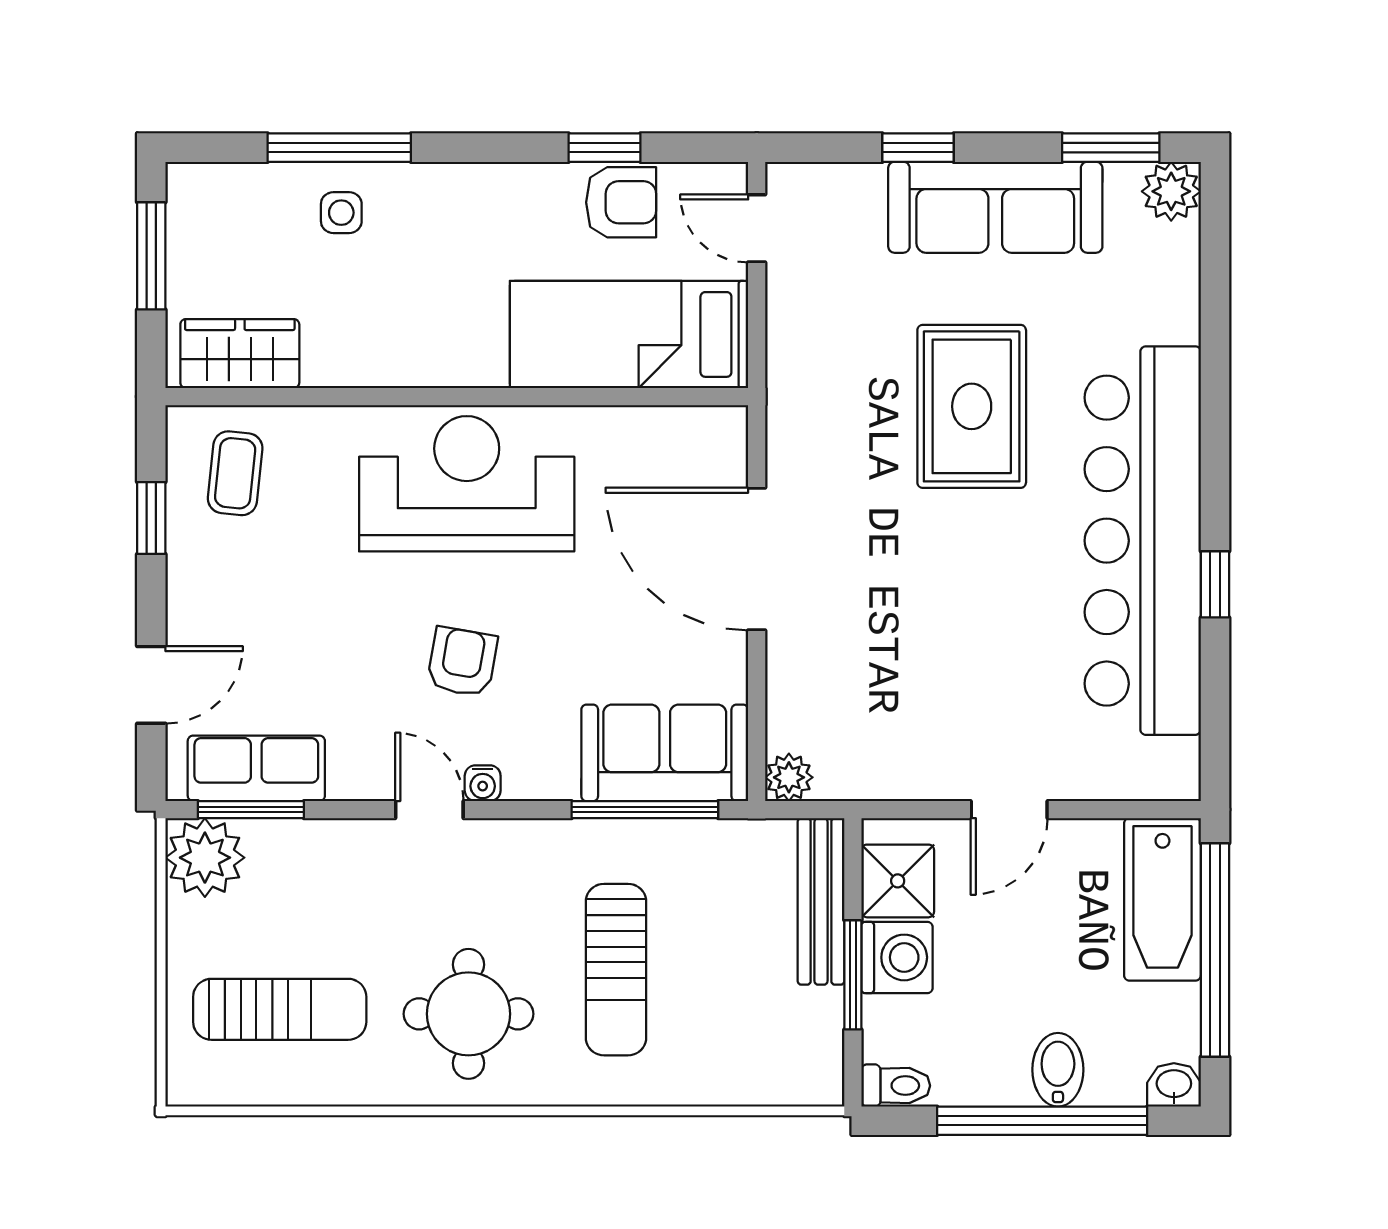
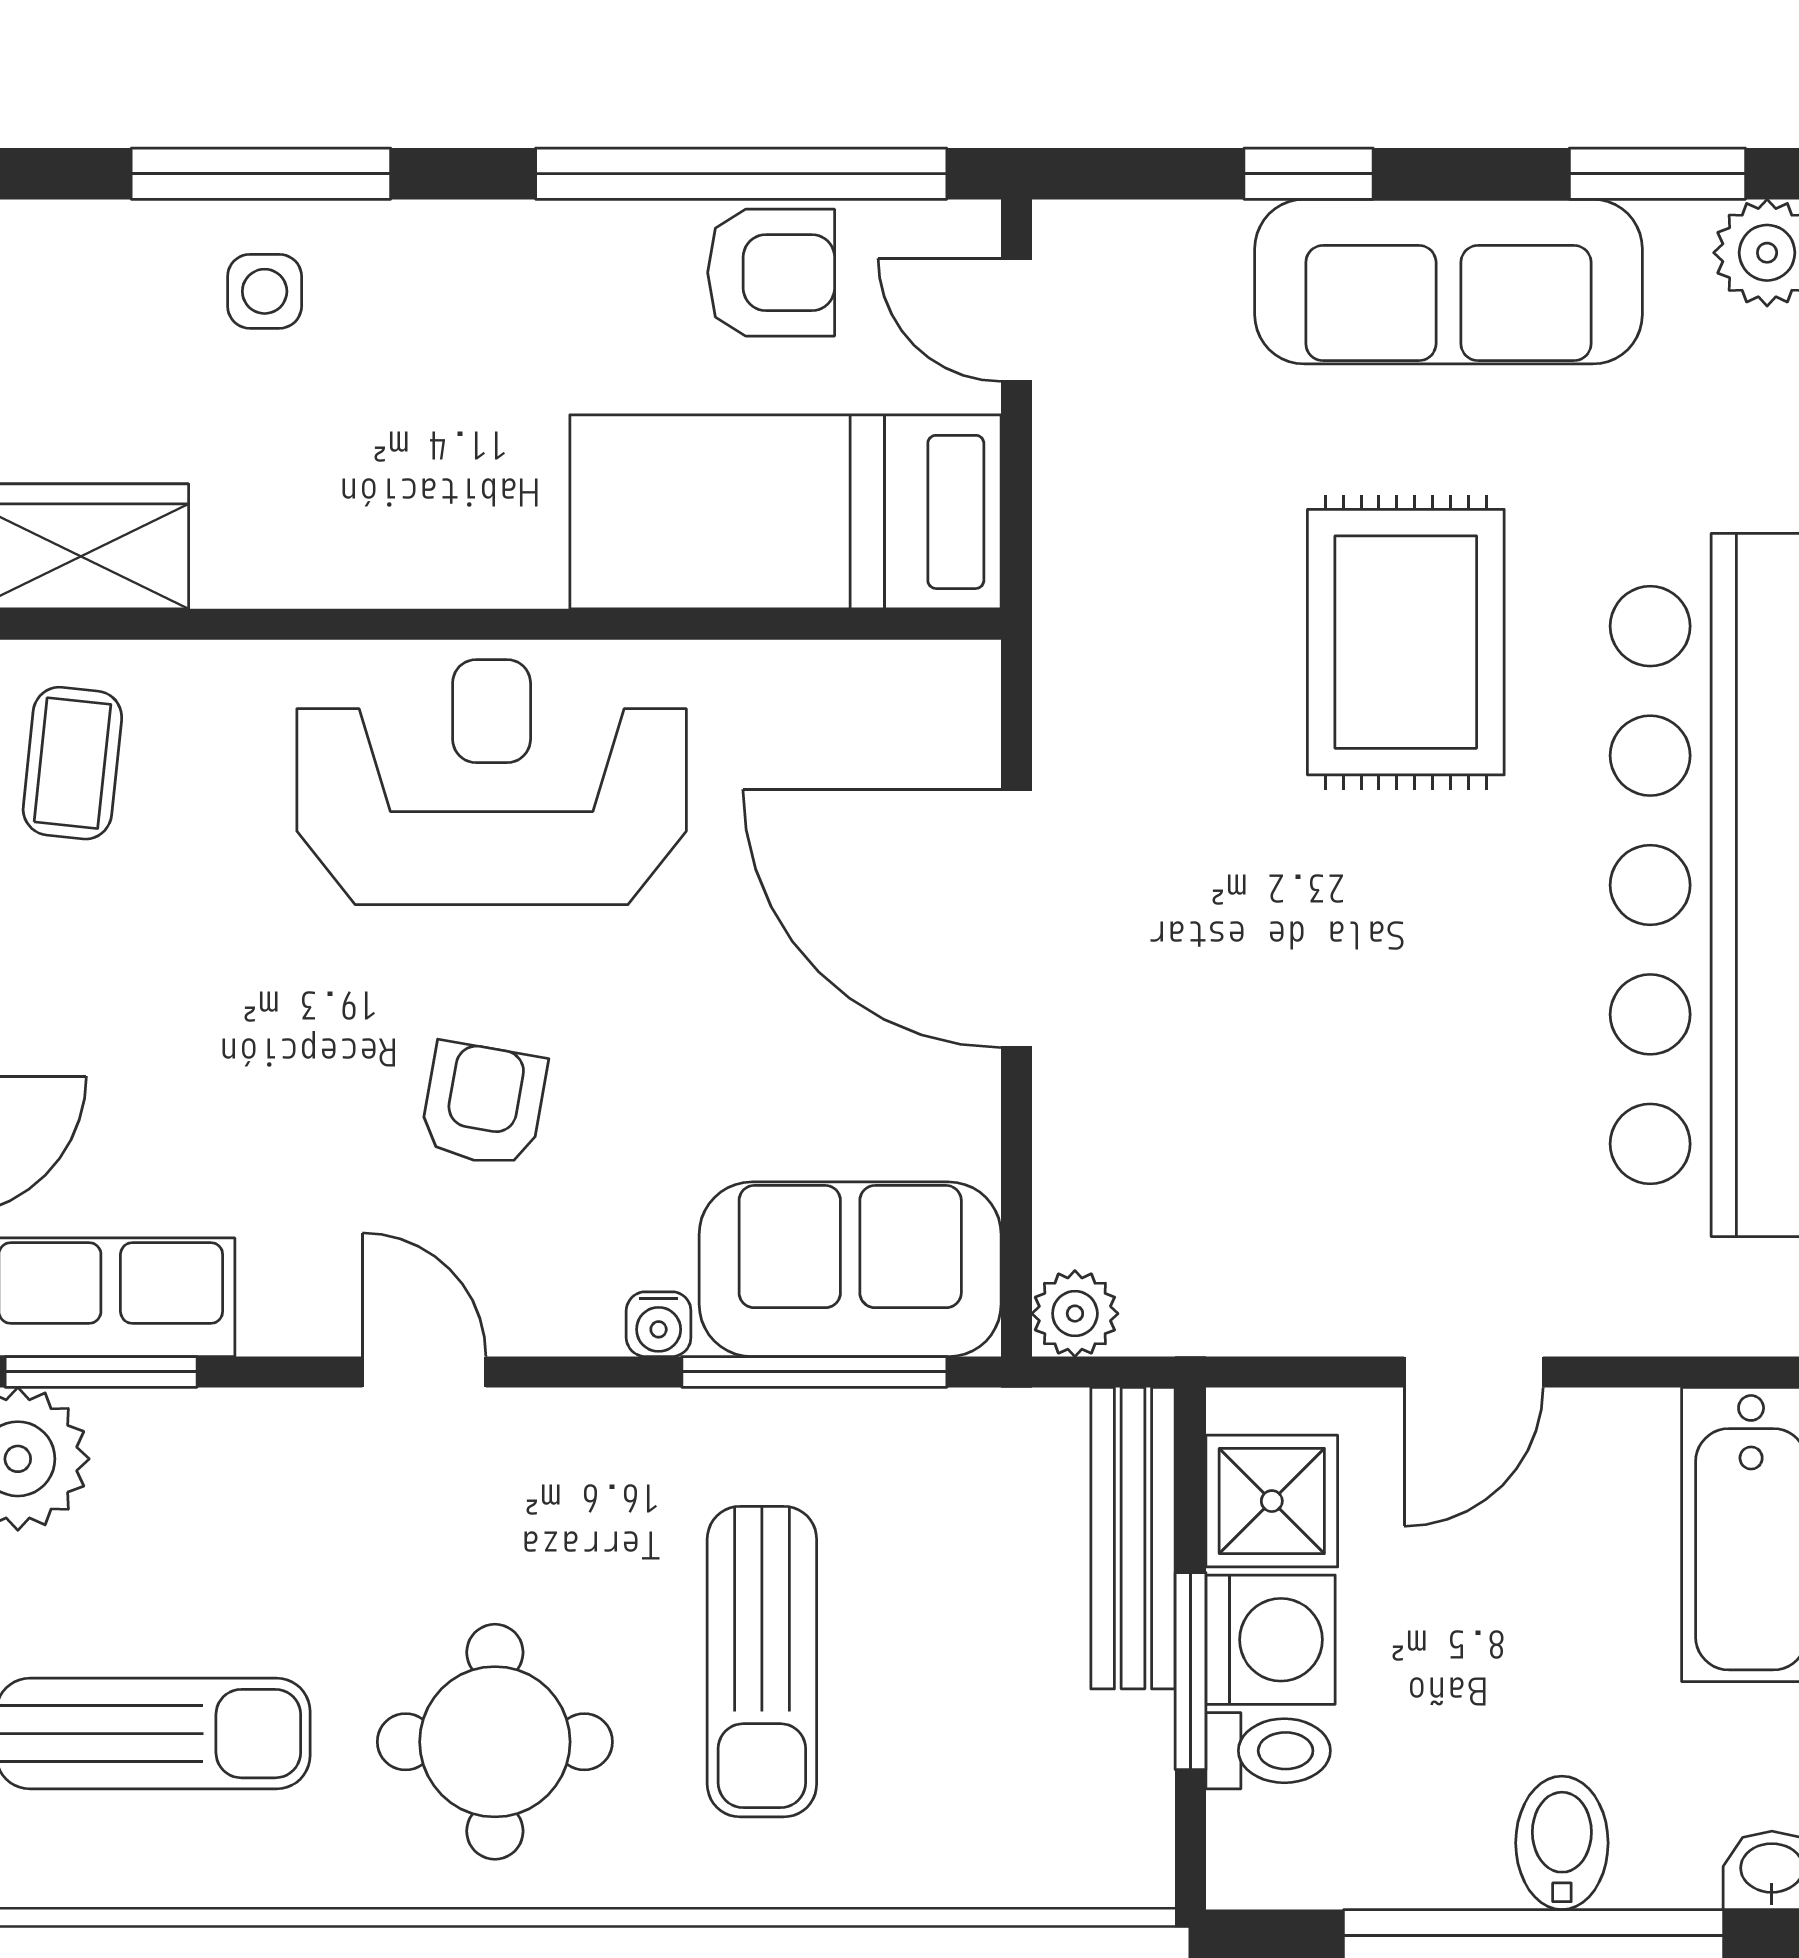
window: (605, 148) -> (741, 174), width x3.17
water cooler: (483, 783) -> (659, 1324), moved
toilet: (896, 1086) -> (1268, 1751), moved

